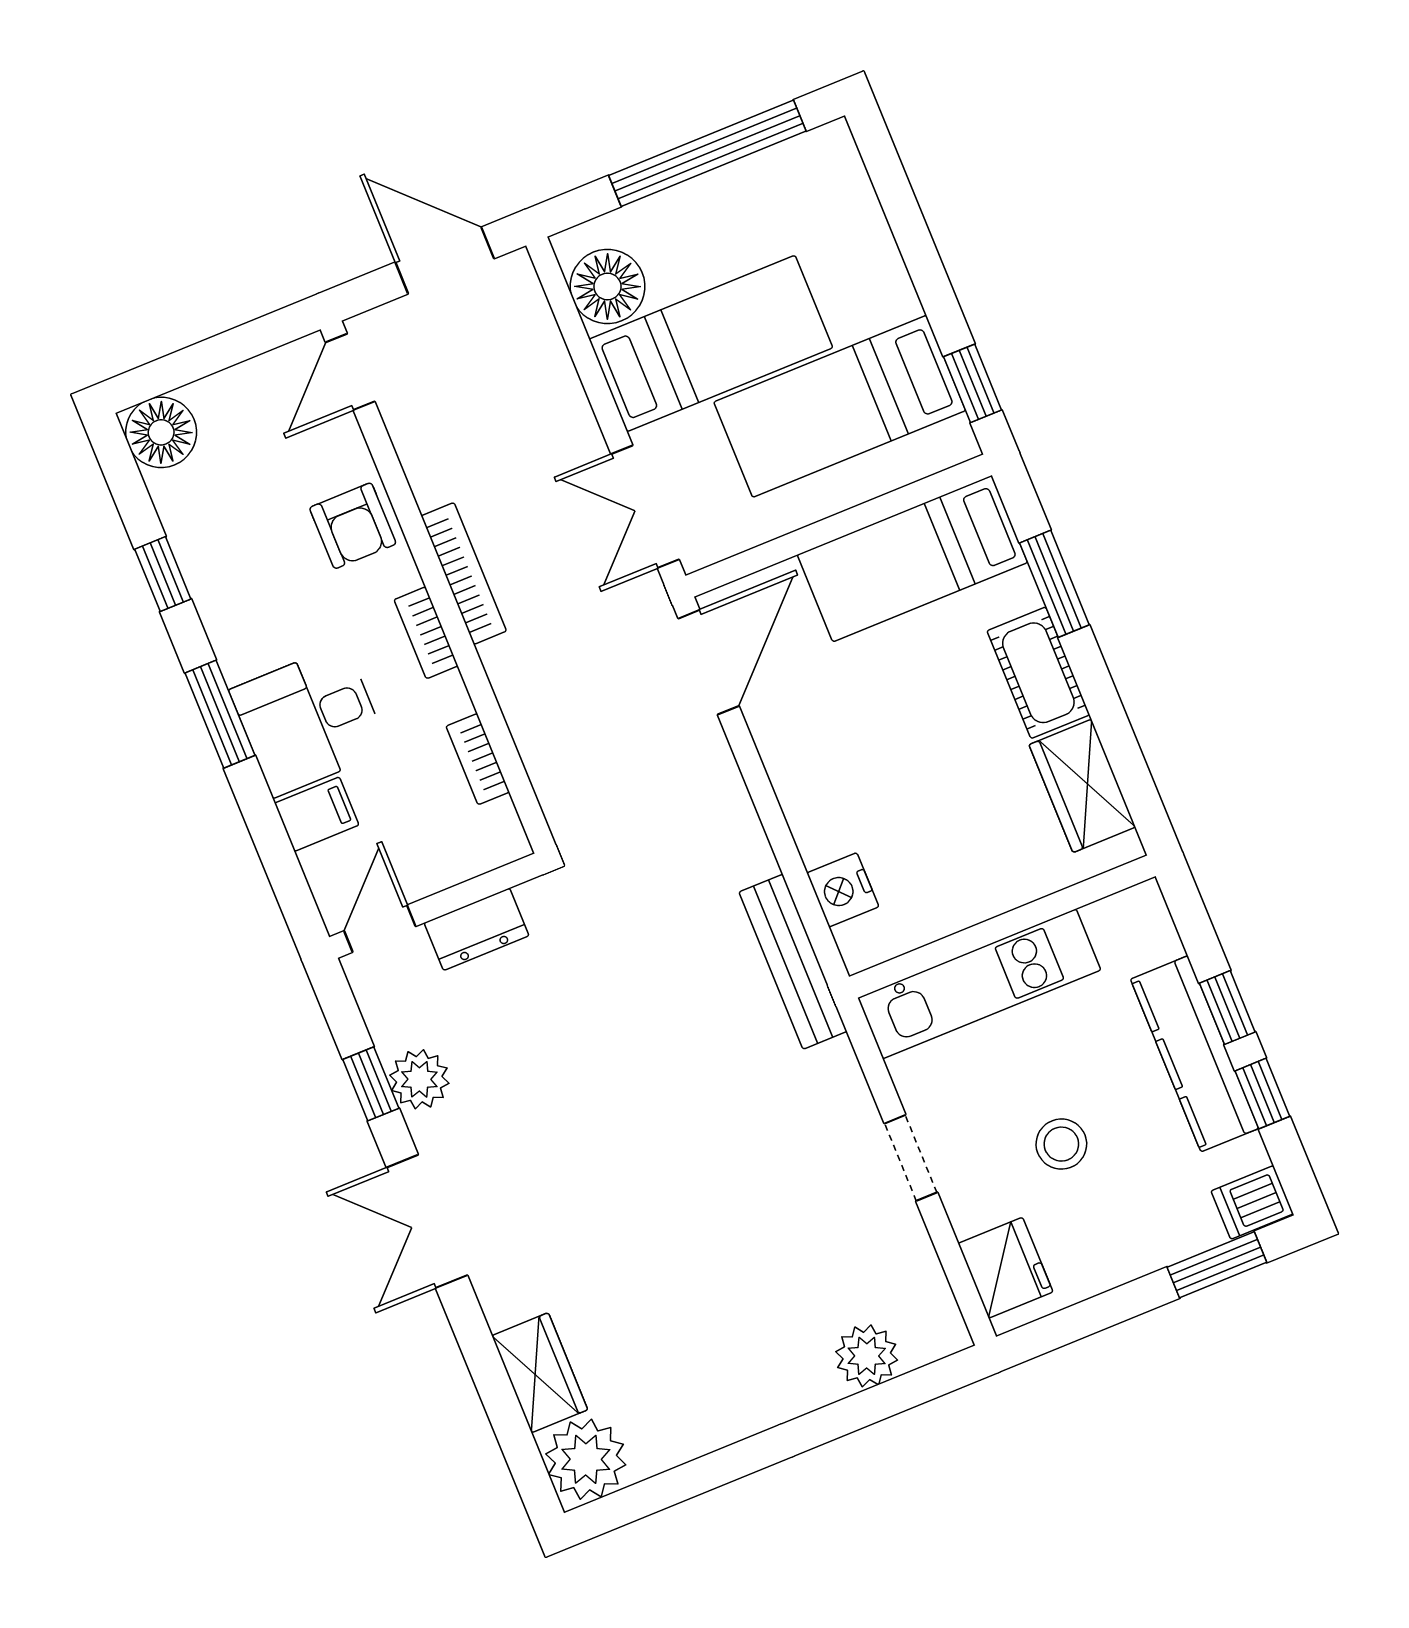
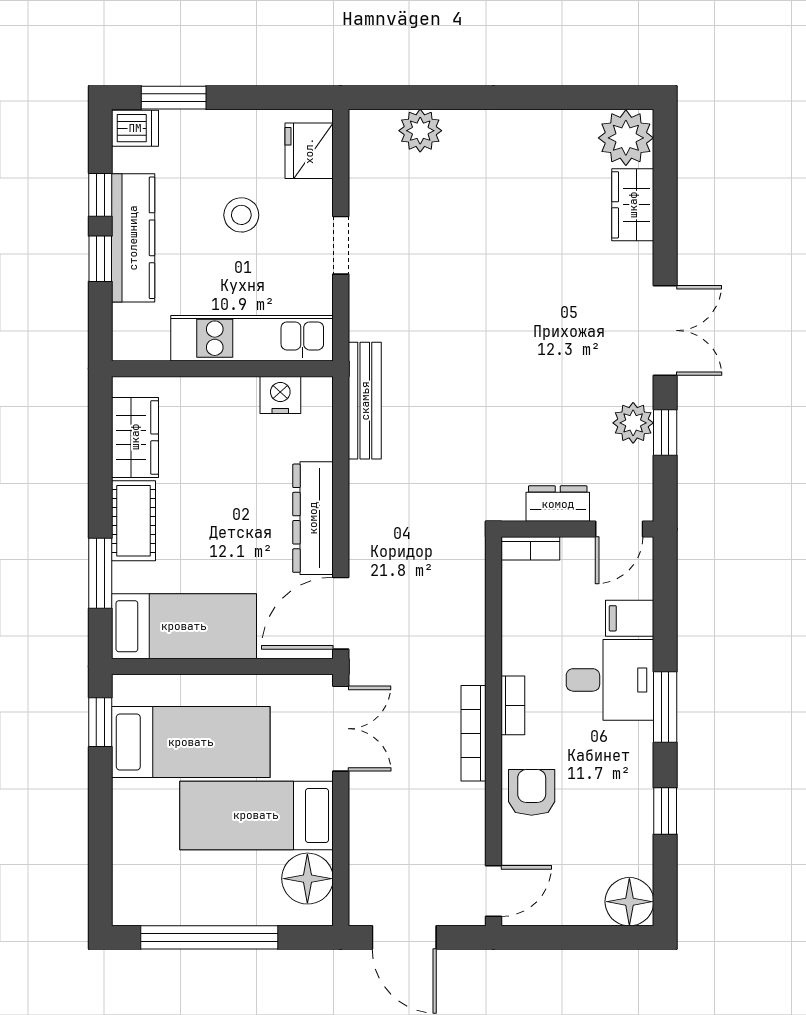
bookcase: (478, 759) -> (530, 548), moved, turned 90
dresser: (798, 775) -> (313, 518), added
nightstand: (843, 890) -> (280, 395), moved, turned -90

